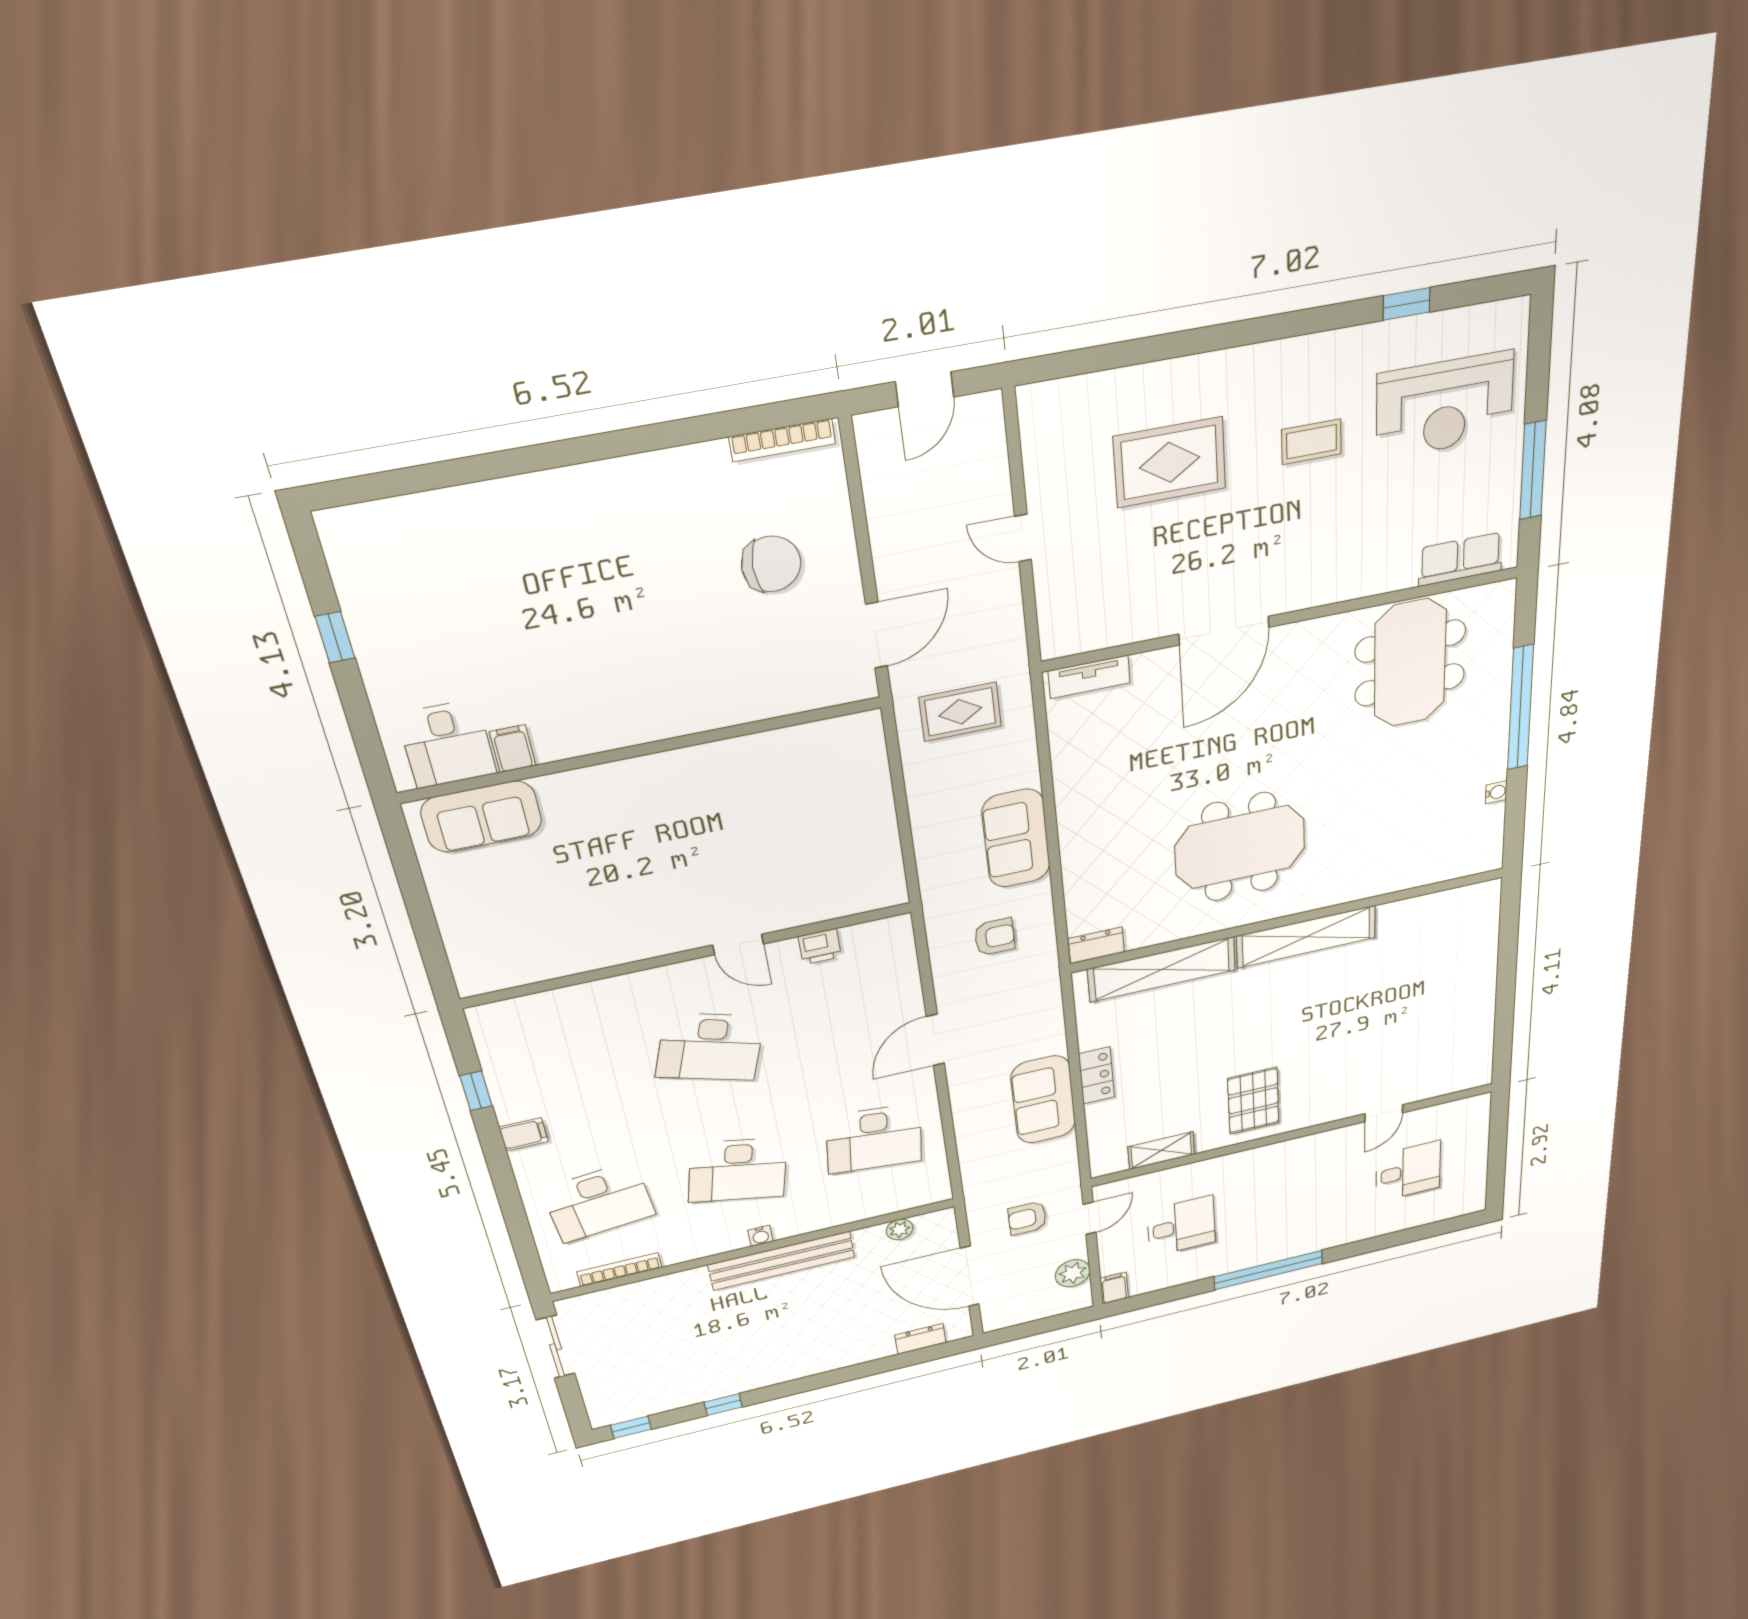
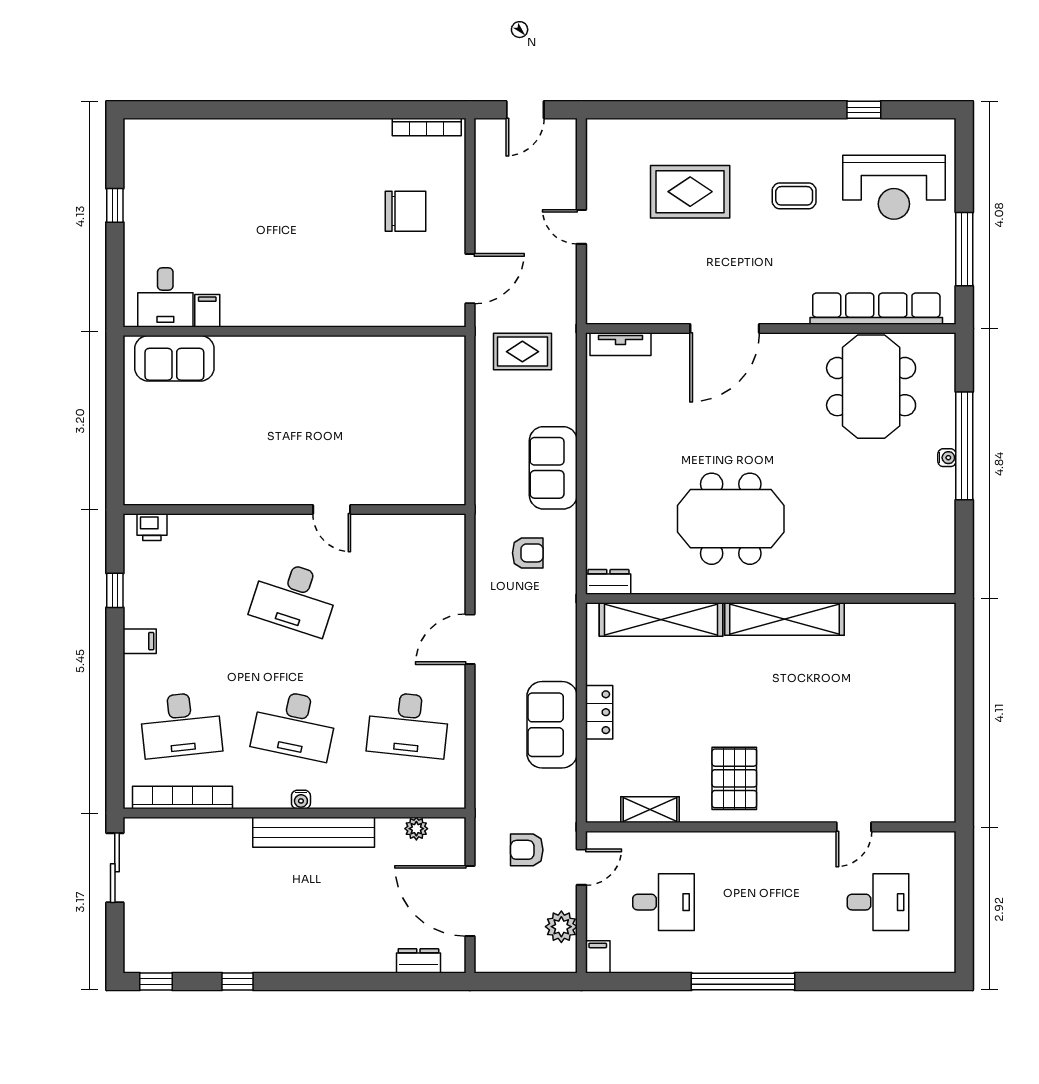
row of seats: (1460, 559) -> (876, 309), width x2.02
water cooler: (1496, 792) -> (947, 458), moved
printer: (820, 947) -> (152, 527), moved
bookcase: (619, 1270) -> (183, 797), width x1.48, depth x1.31

